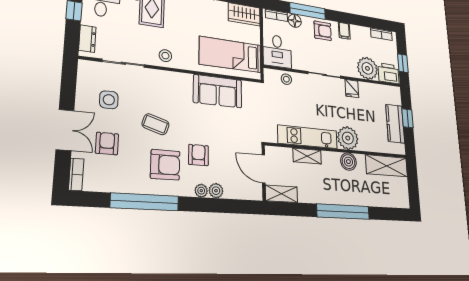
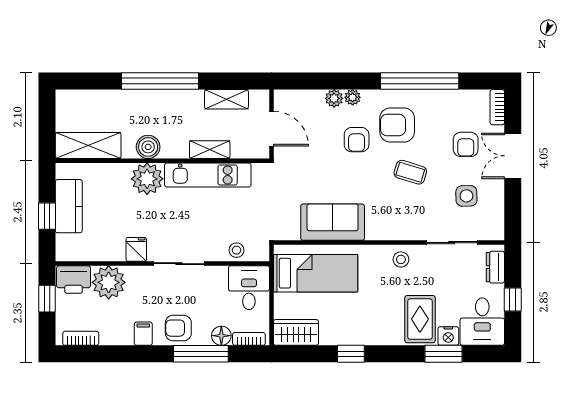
shelving: (281, 194) -> (226, 99), moved

